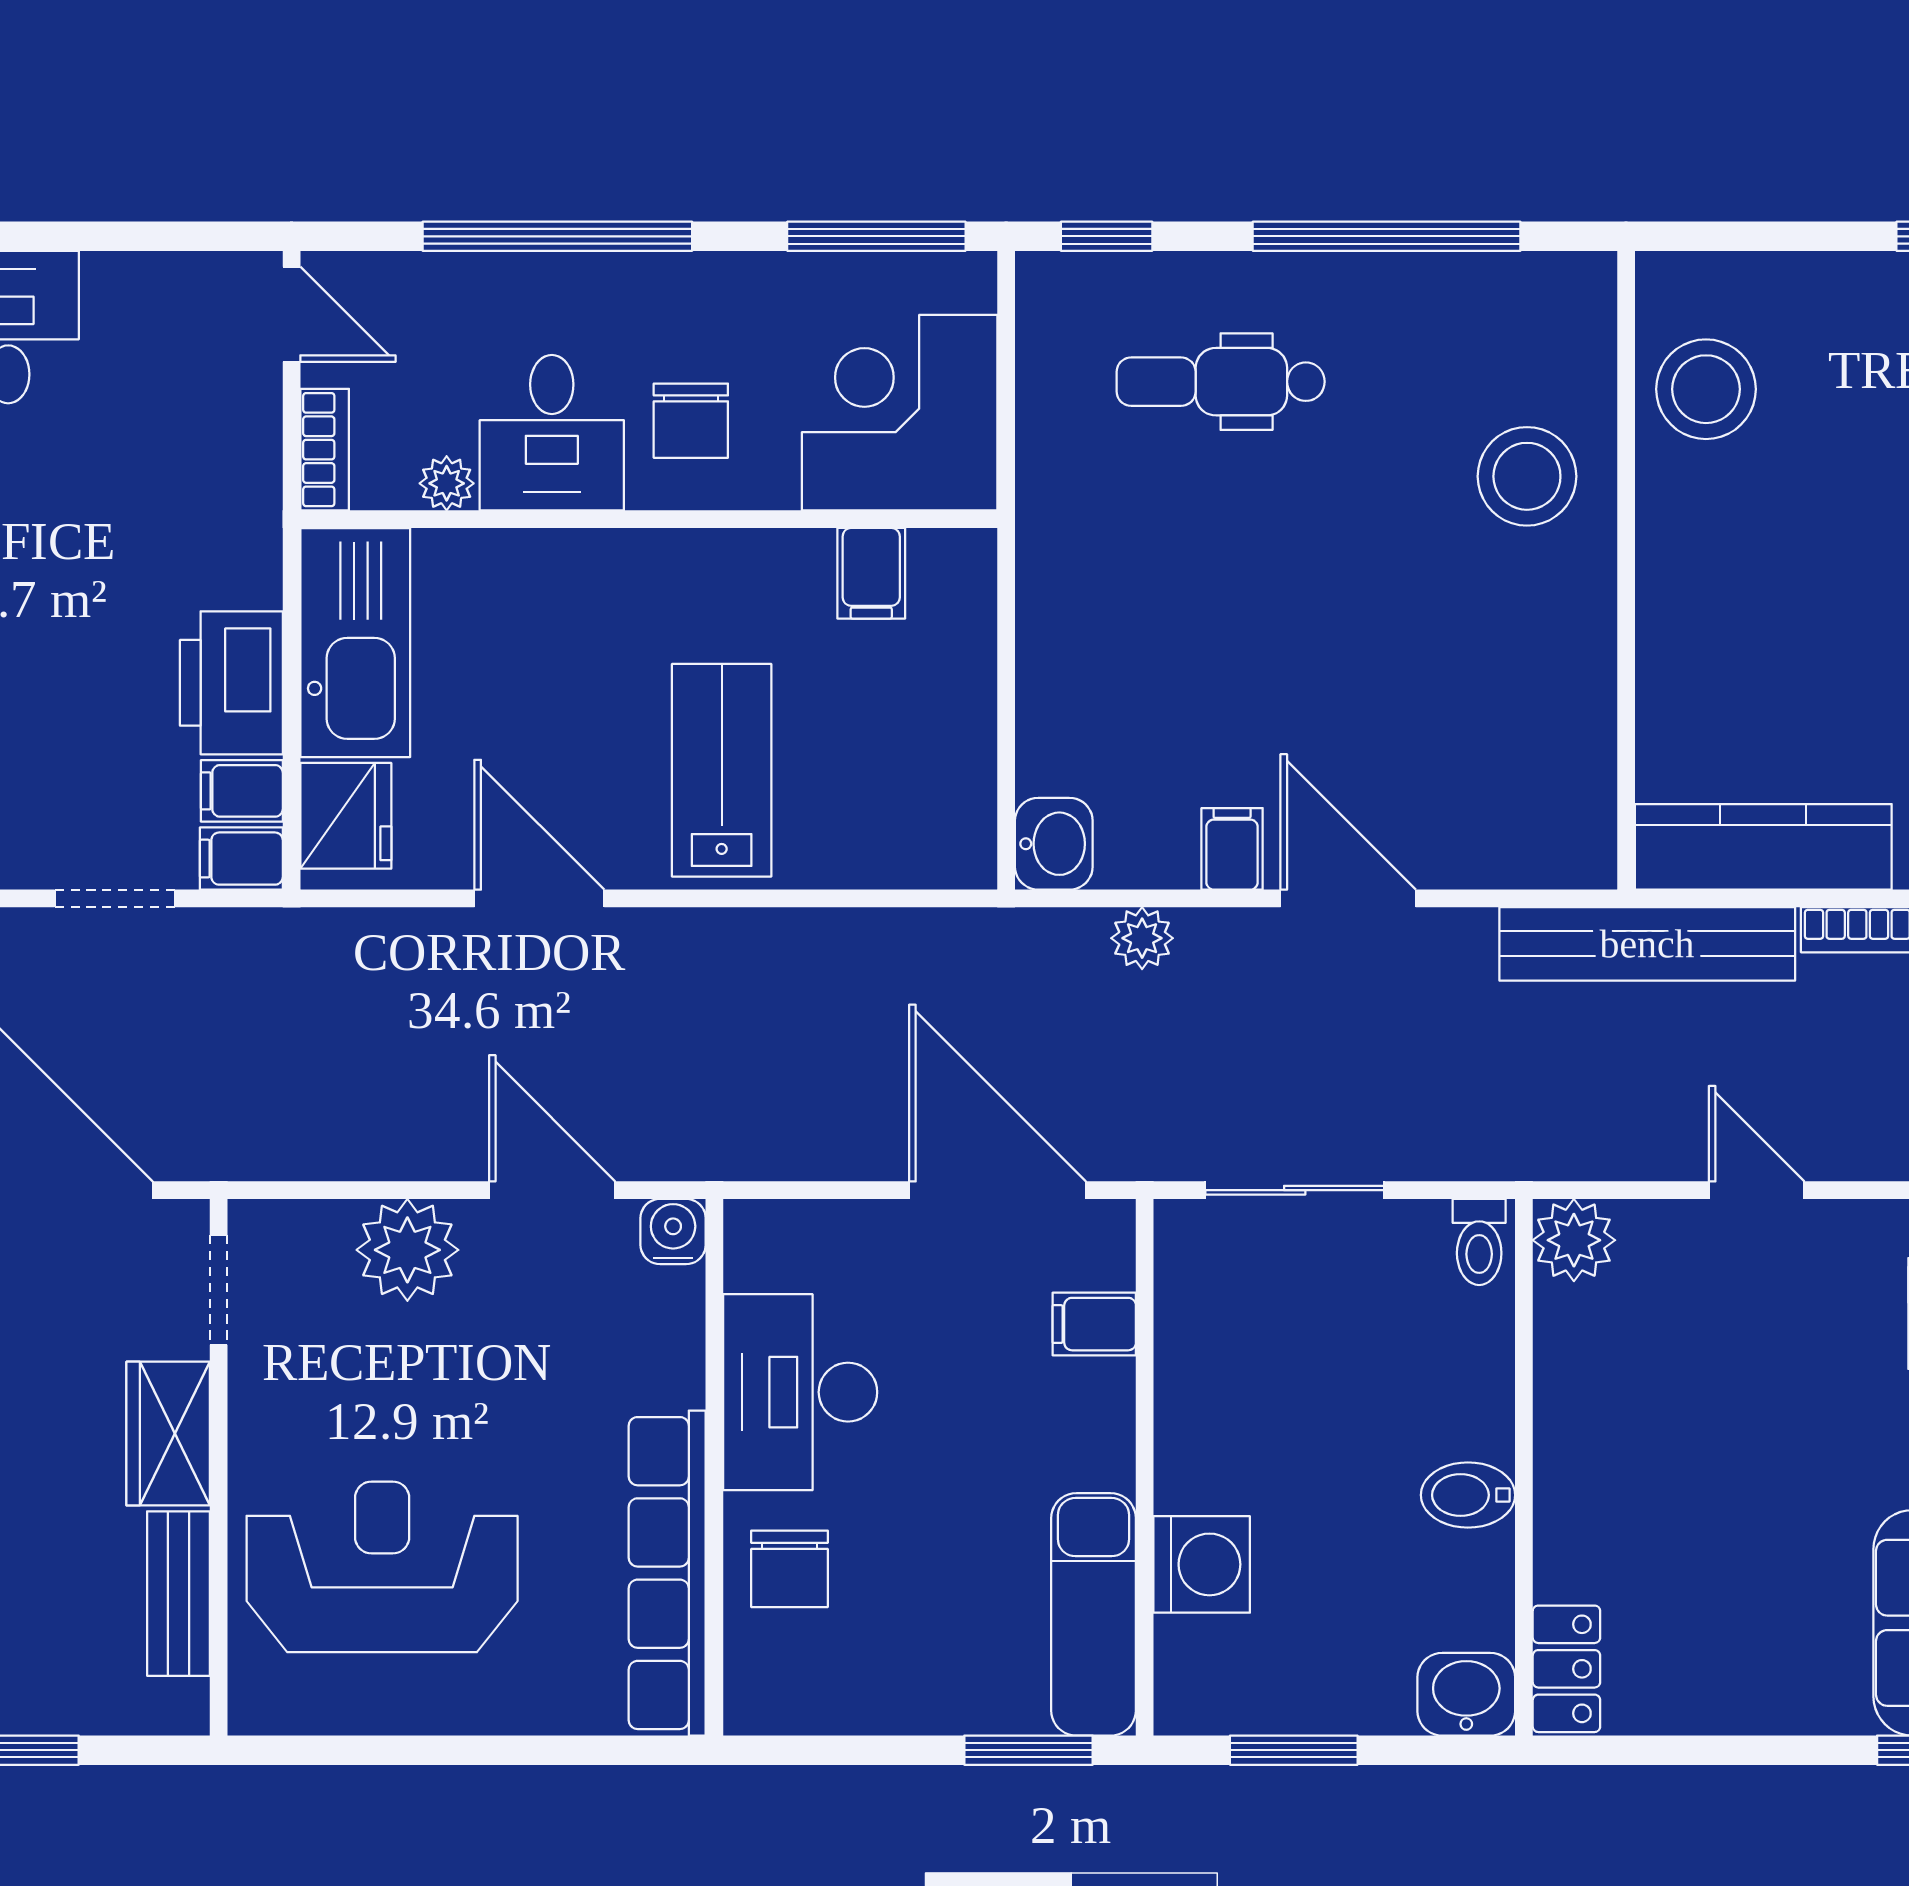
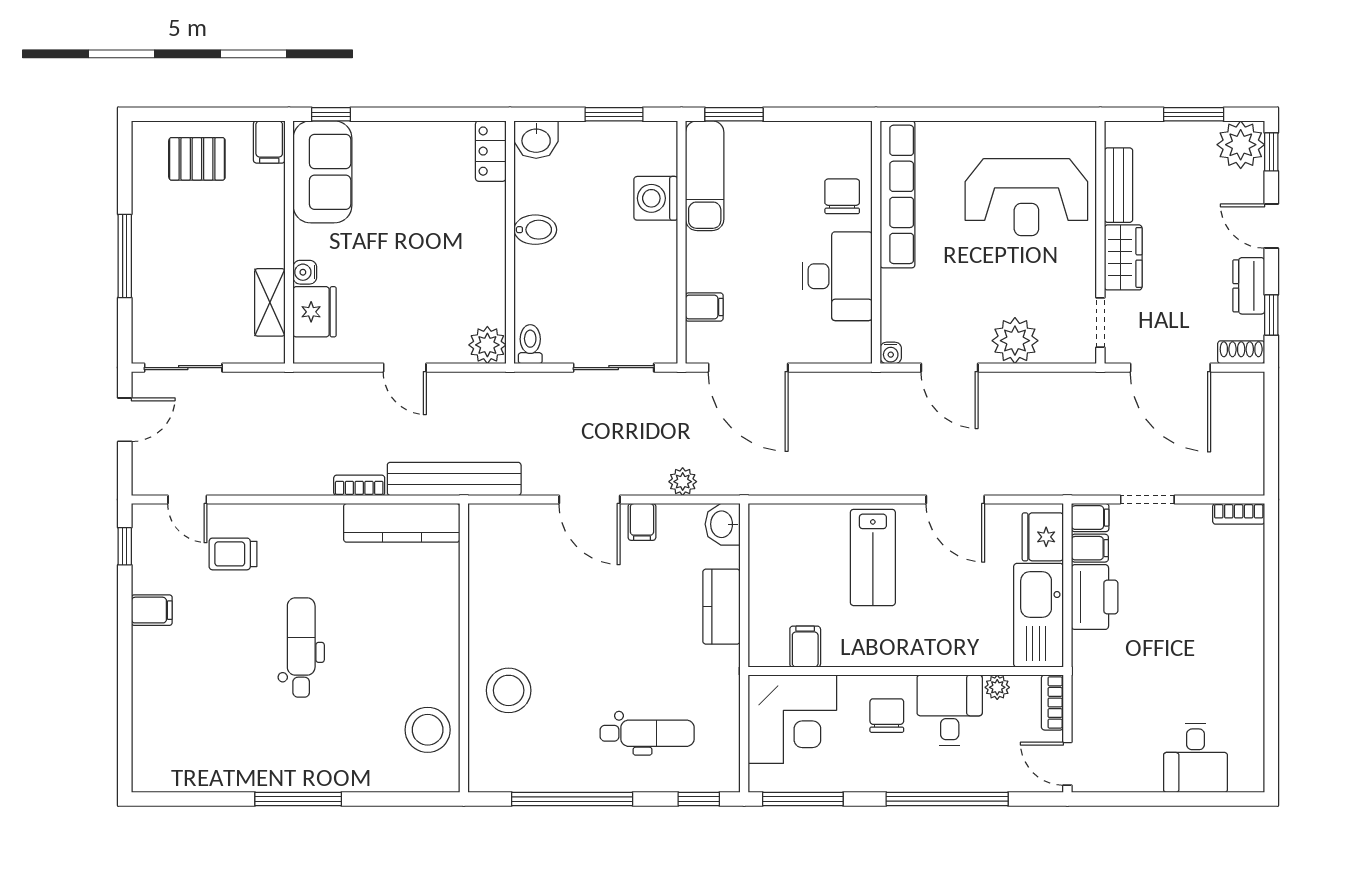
kitchen counter: (1056, 662) -> (721, 607), added
water cooler: (673, 1232) -> (891, 353), width x0.72, depth x0.72

